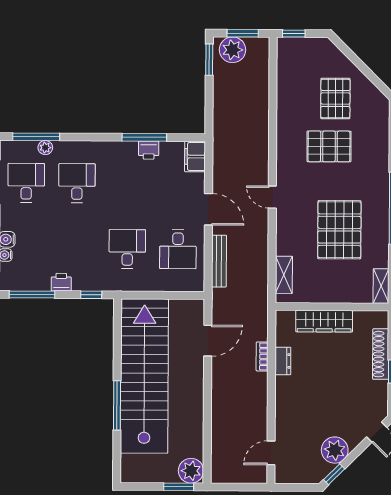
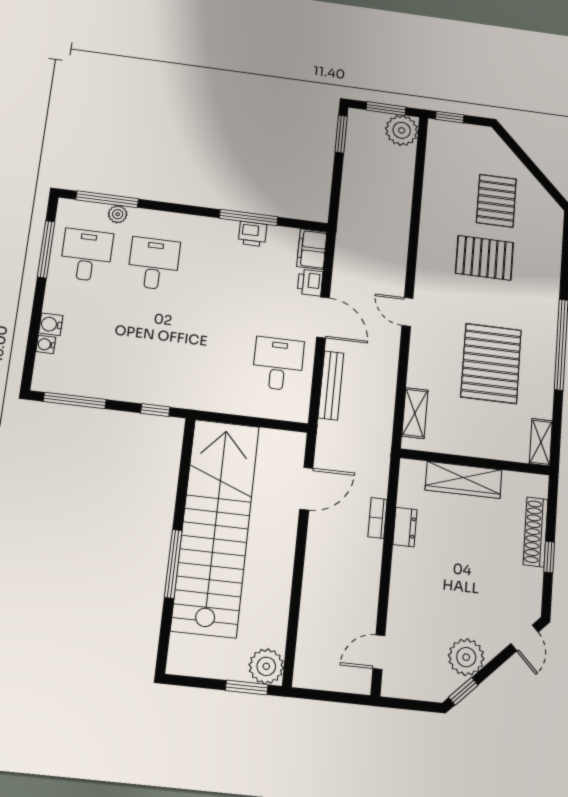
plant: (233, 50) -> (402, 130), moved
desk: (127, 249) -> (211, 356), removed
desk: (178, 249) -> (278, 364), turned 180
printer: (61, 282) -> (310, 283), moved, turned -90

